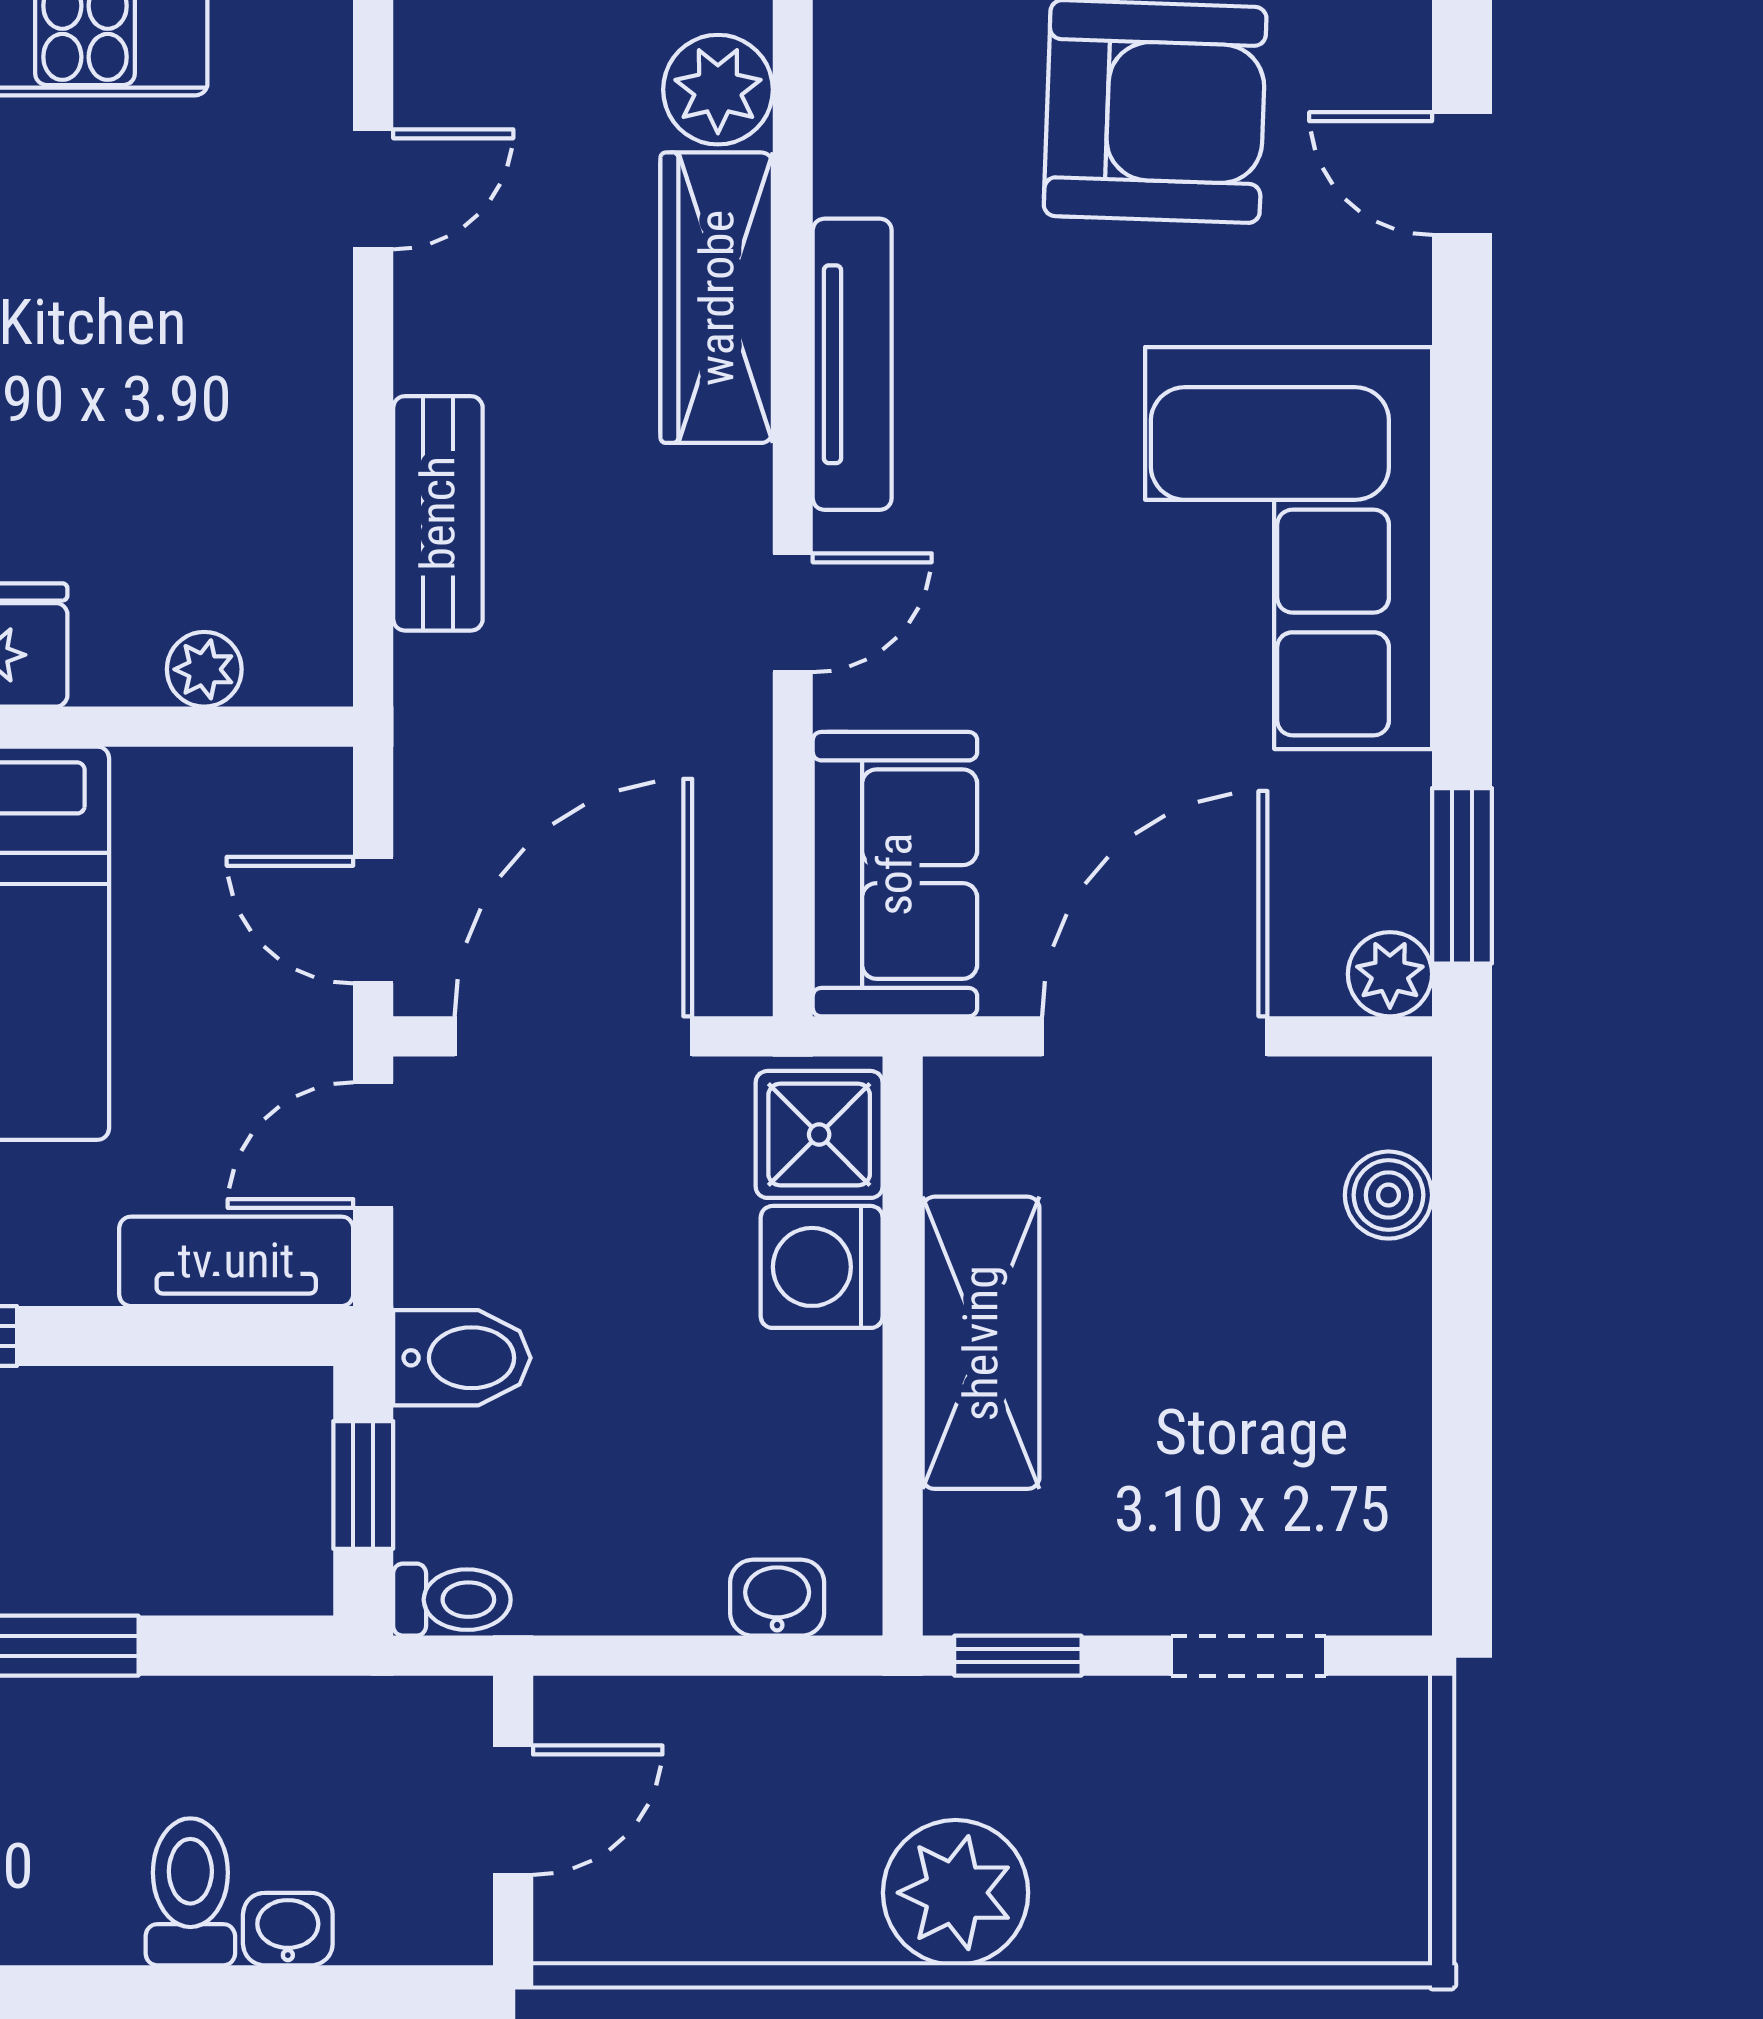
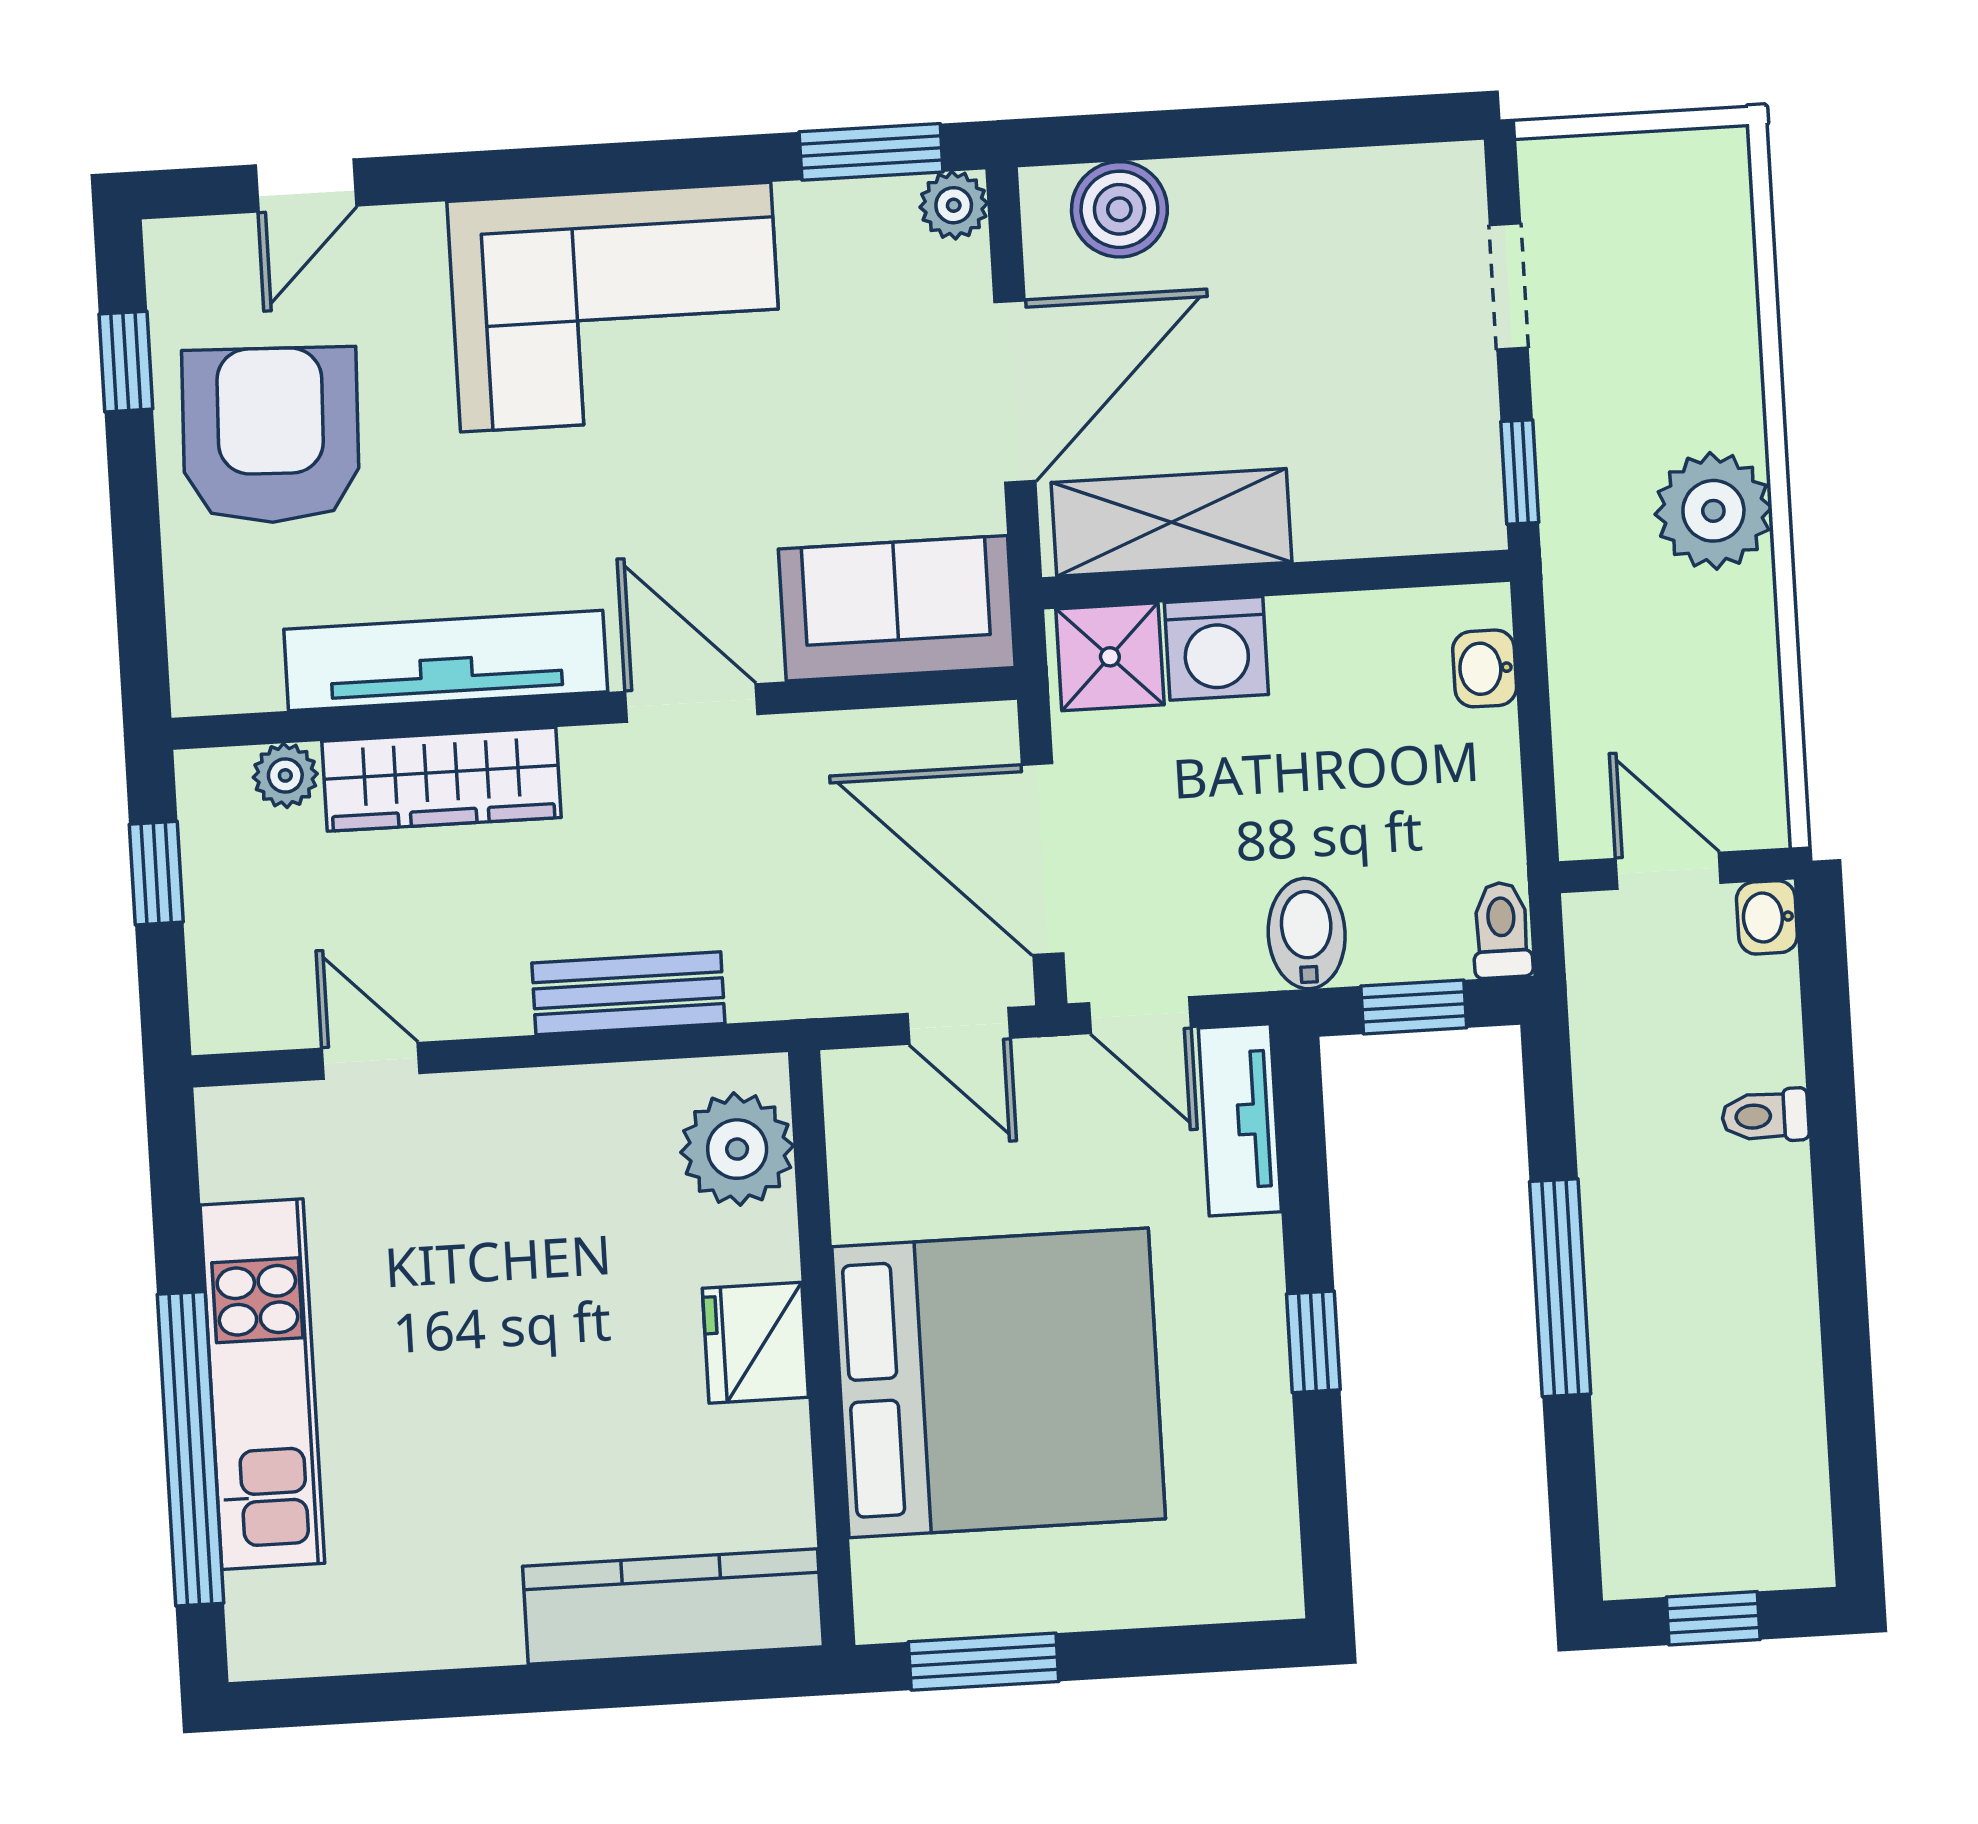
plant: (718, 90) -> (285, 775), width x0.73, depth x0.73
tv unit: (852, 364) -> (446, 661), width x1.36, depth x1.29
door: (793, 613) -> (691, 703), width x1.38
plant: (204, 669) -> (737, 1149), width x1.88, depth x1.88
door: (373, 920) -> (959, 1026), hinge flipped
door: (1155, 1036) -> (1015, 391), swing flipped
boiler: (1388, 1195) -> (1119, 209), width x1.36, depth x1.36
shelving: (981, 1343) -> (1171, 522), moved
toilet: (190, 1892) -> (1765, 1116), width x0.73, depth x0.72
washbasin: (288, 1929) -> (1767, 917), moved

